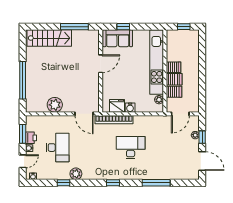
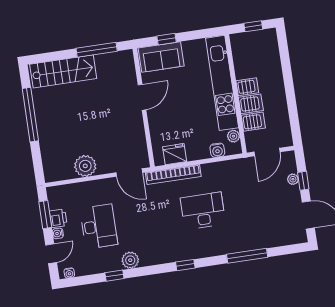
window: (23, 80) -> (30, 115), moved
water cooler: (130, 108) -> (217, 150), moved

